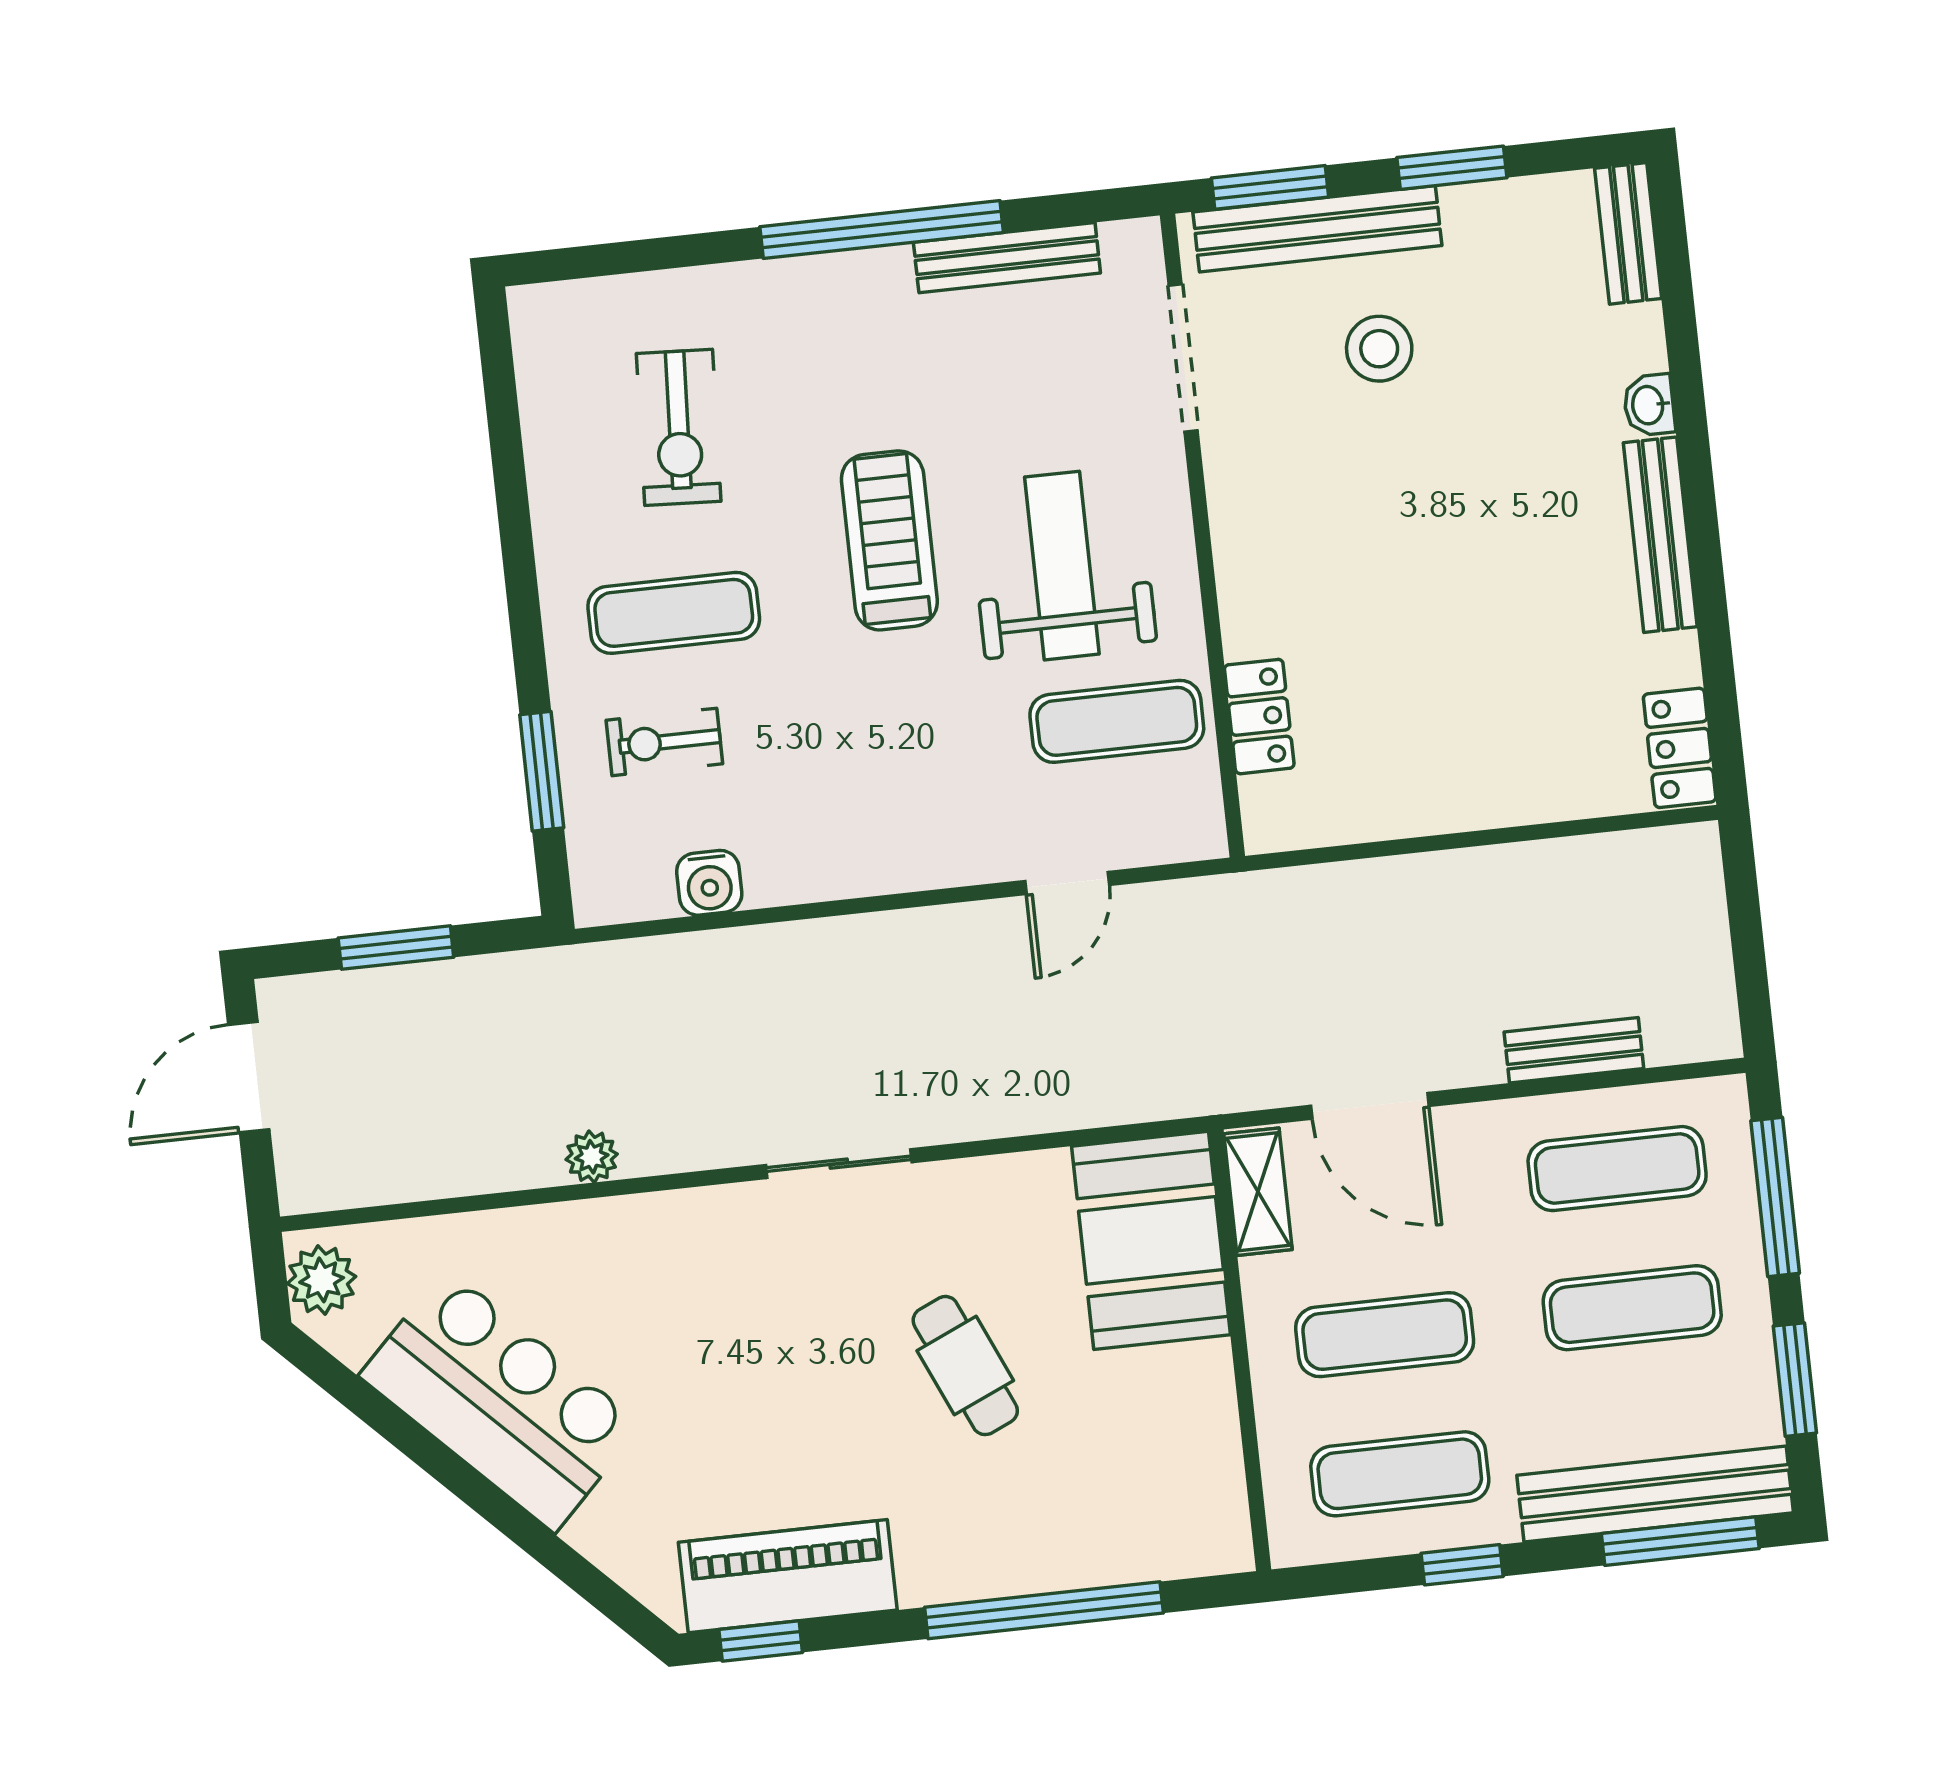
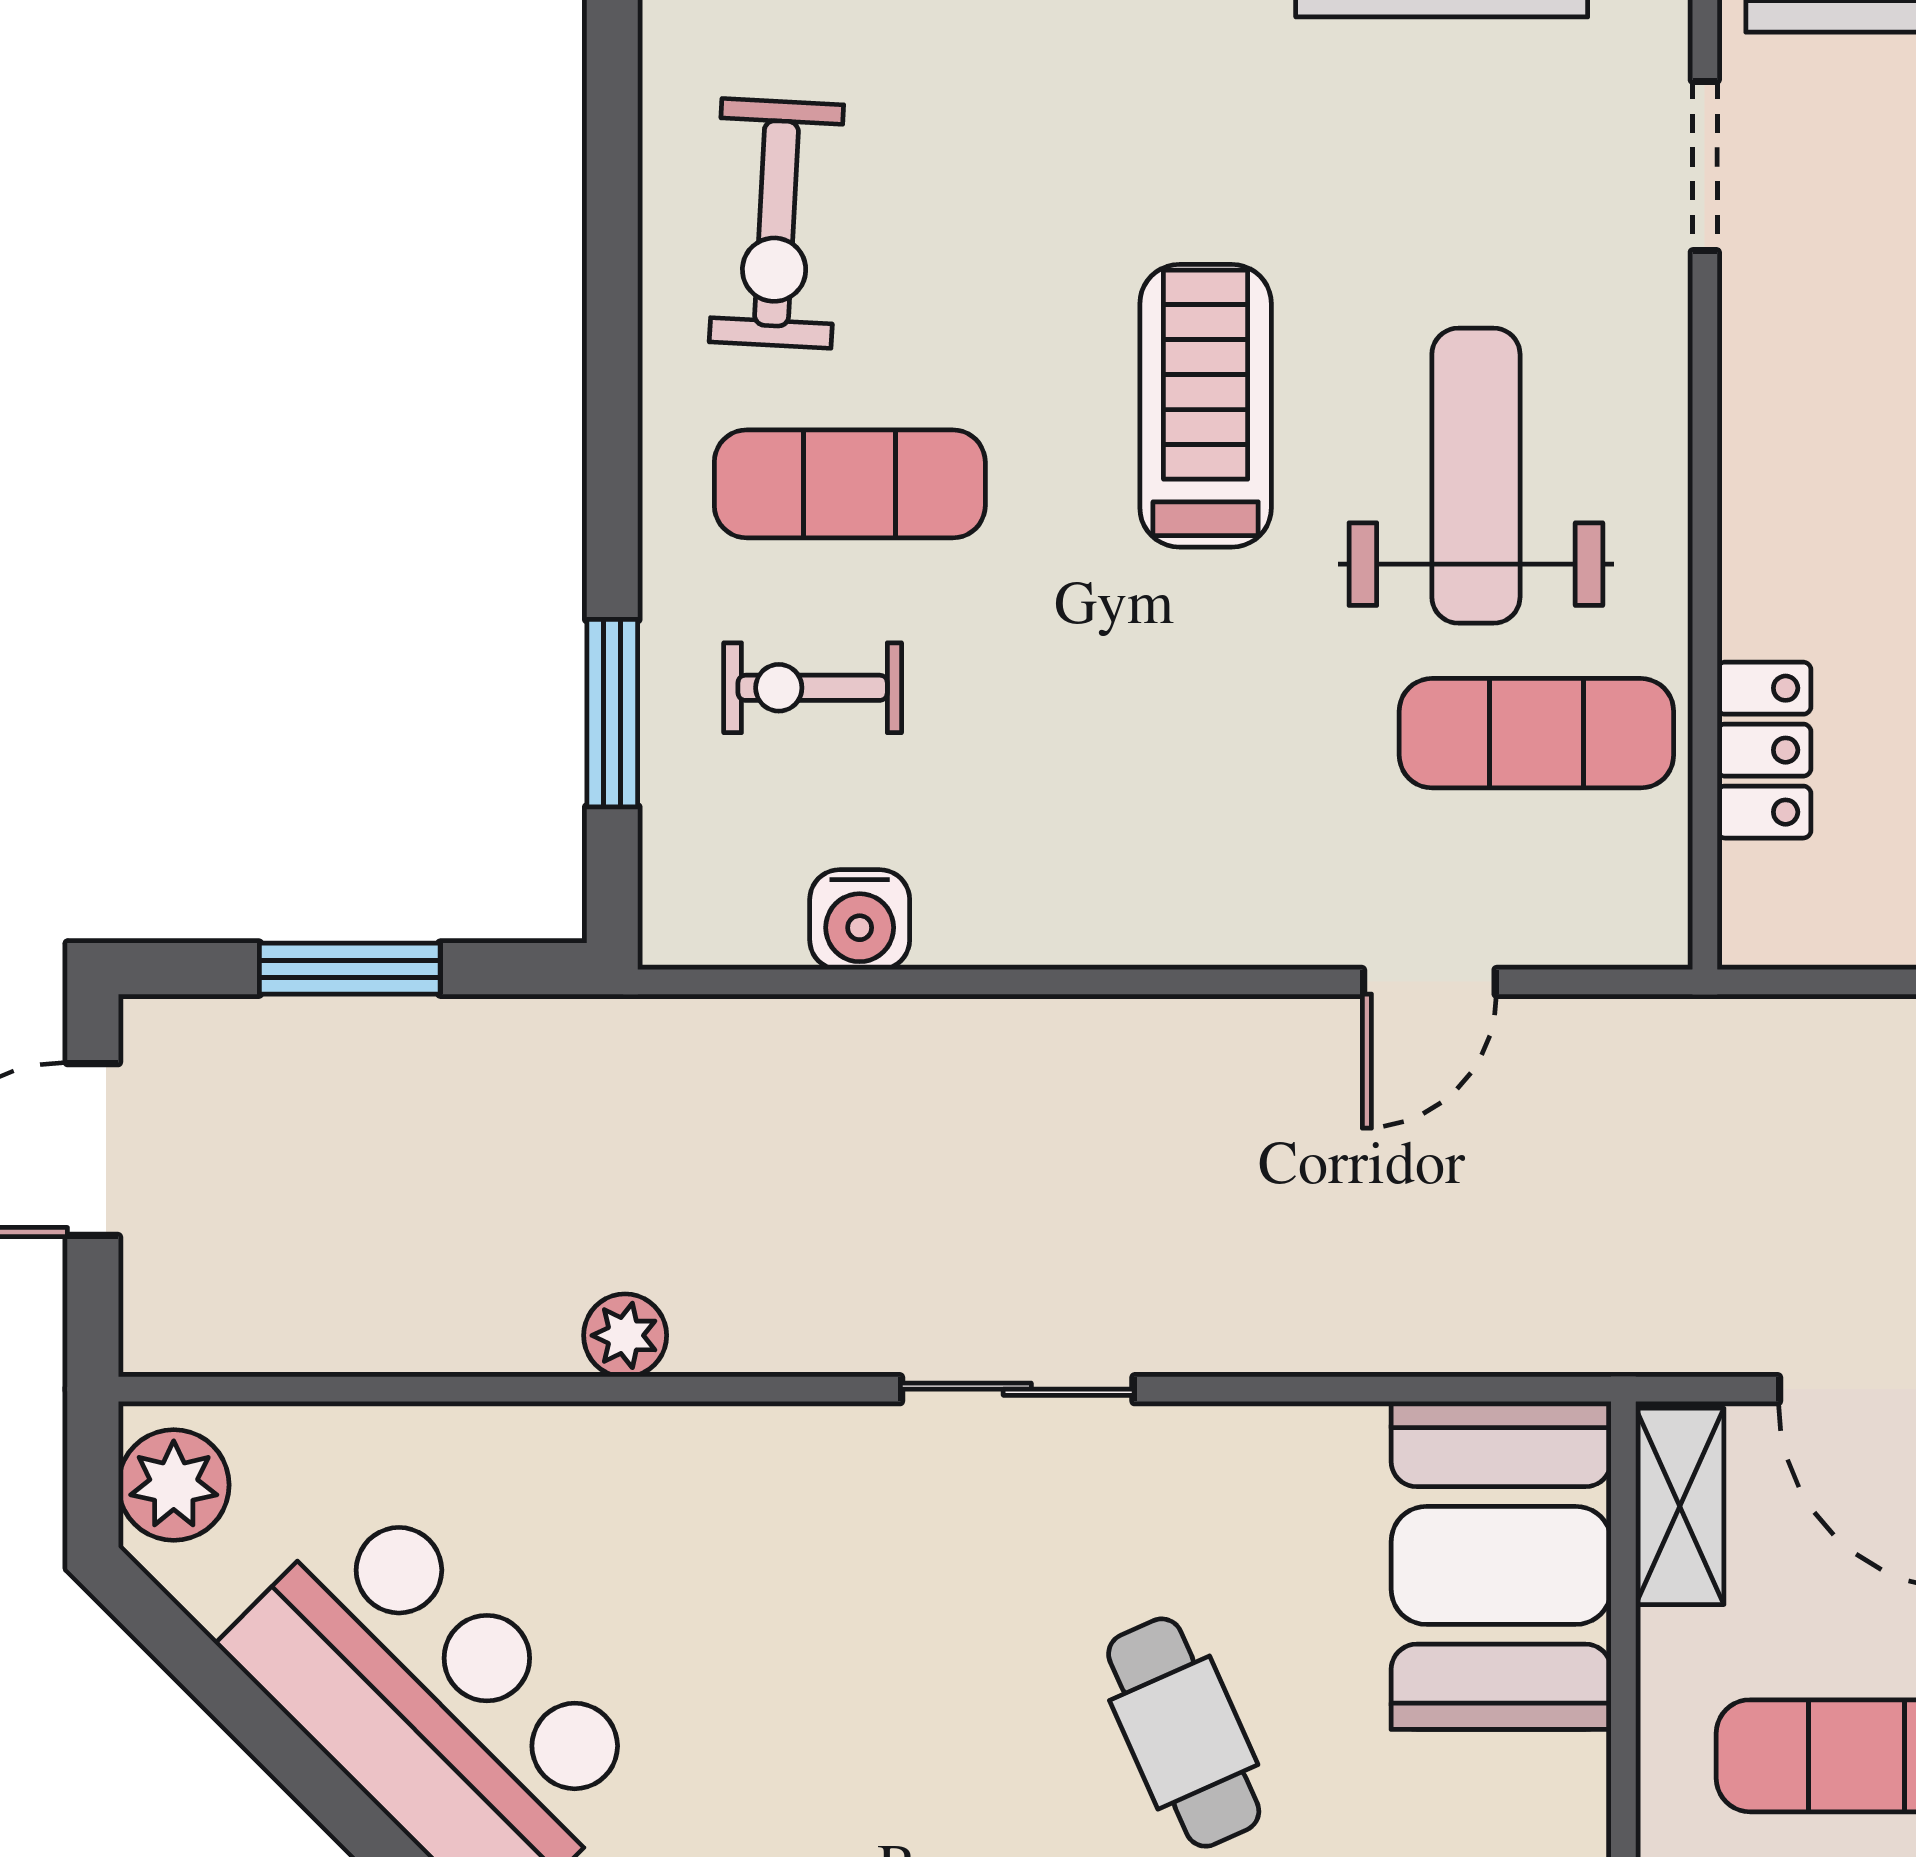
doorway: (1183, 358) -> (1705, 166), width x0.73
exercise bike: (679, 427) -> (776, 223), moved

